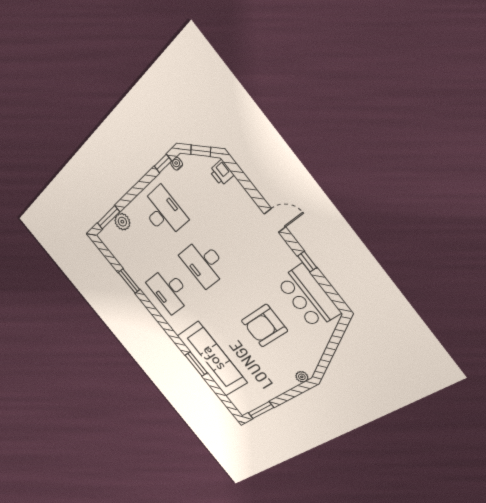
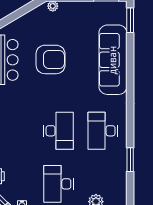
desk: (169, 290) -> (103, 131), turned 180
window: (196, 364) -> (130, 20), moved

